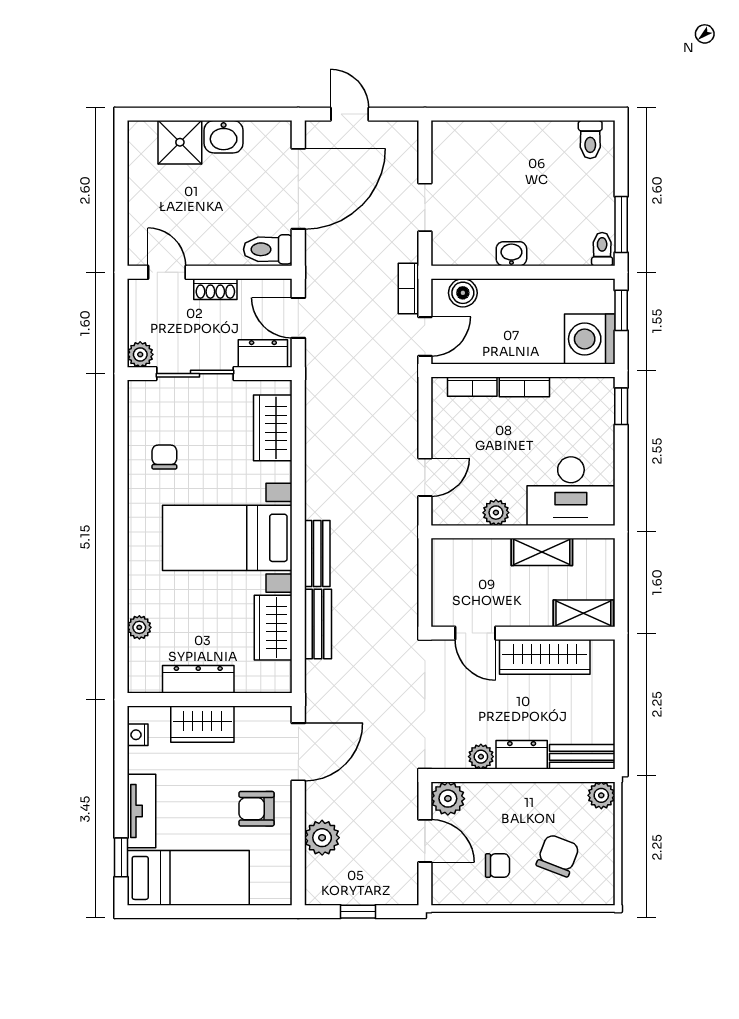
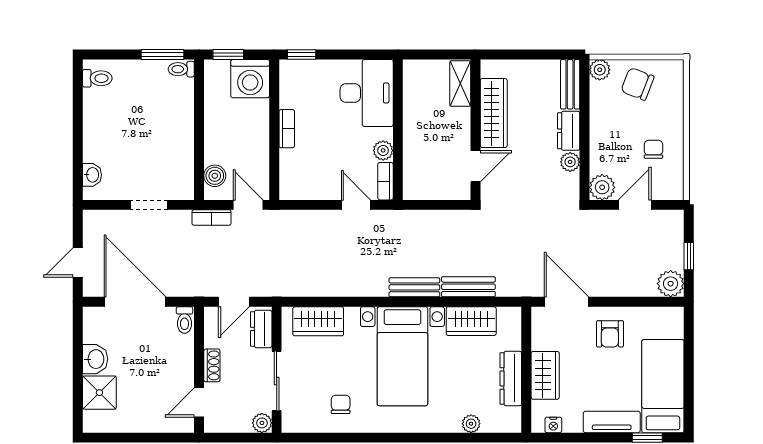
toilet: (268, 249) -> (184, 320), width x0.73, depth x0.72
washbasin: (511, 254) -> (92, 175), moved, turned 180
bookcase: (472, 387) -> (385, 181), moved, turned 180
chair: (164, 457) -> (341, 404), turned 90
shelving: (542, 552) -> (413, 115), removed
plant: (322, 838) -> (671, 284), moved
chair: (558, 856) -> (637, 84), moved

